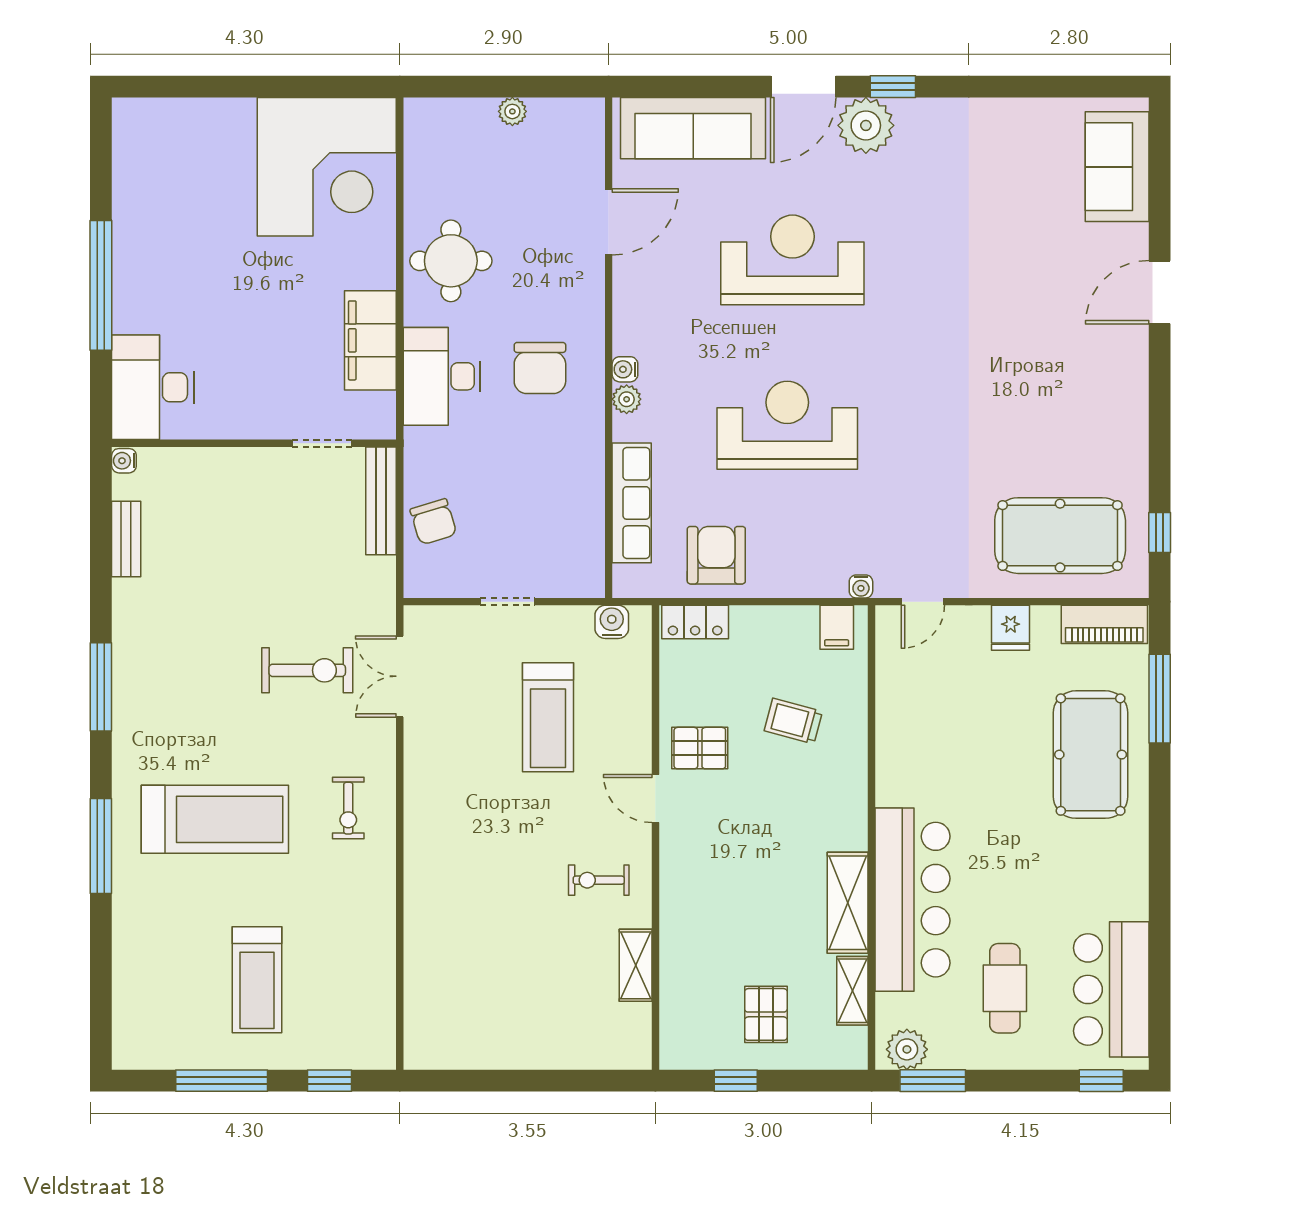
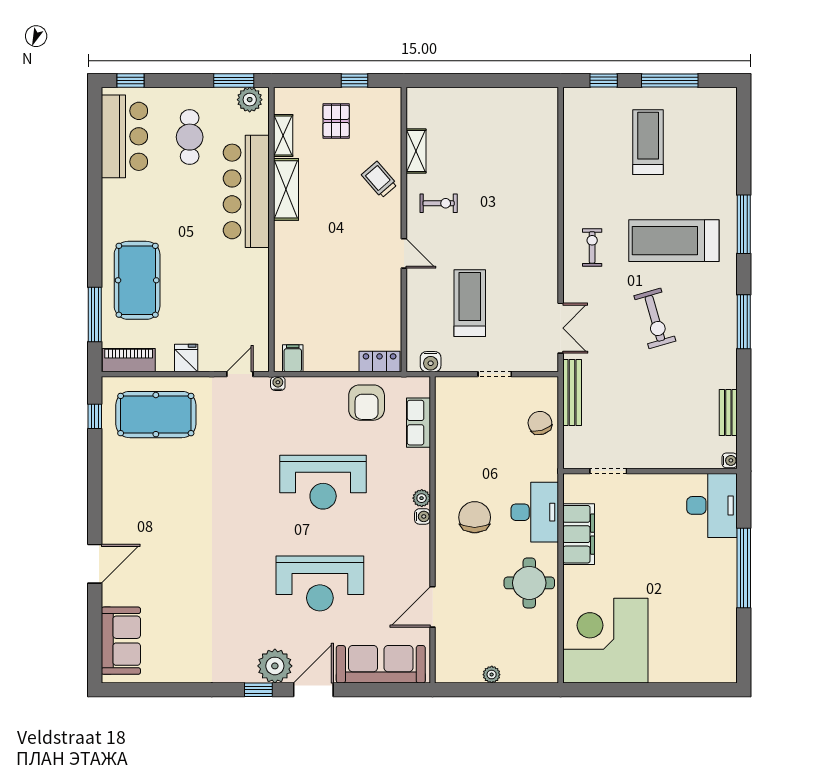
bench: (381, 501) -> (572, 392), moved
row of seats: (632, 503) -> (418, 423), width x0.68
exercise bike: (307, 670) -> (655, 318), moved, turned -106
trolley: (793, 721) -> (379, 180), moved, turned -146
pallet: (700, 748) -> (377, 284), removed

